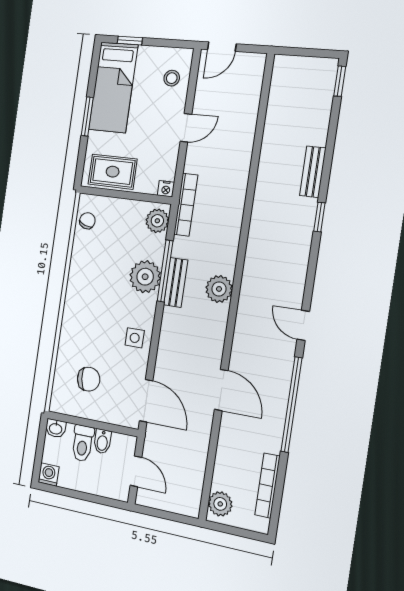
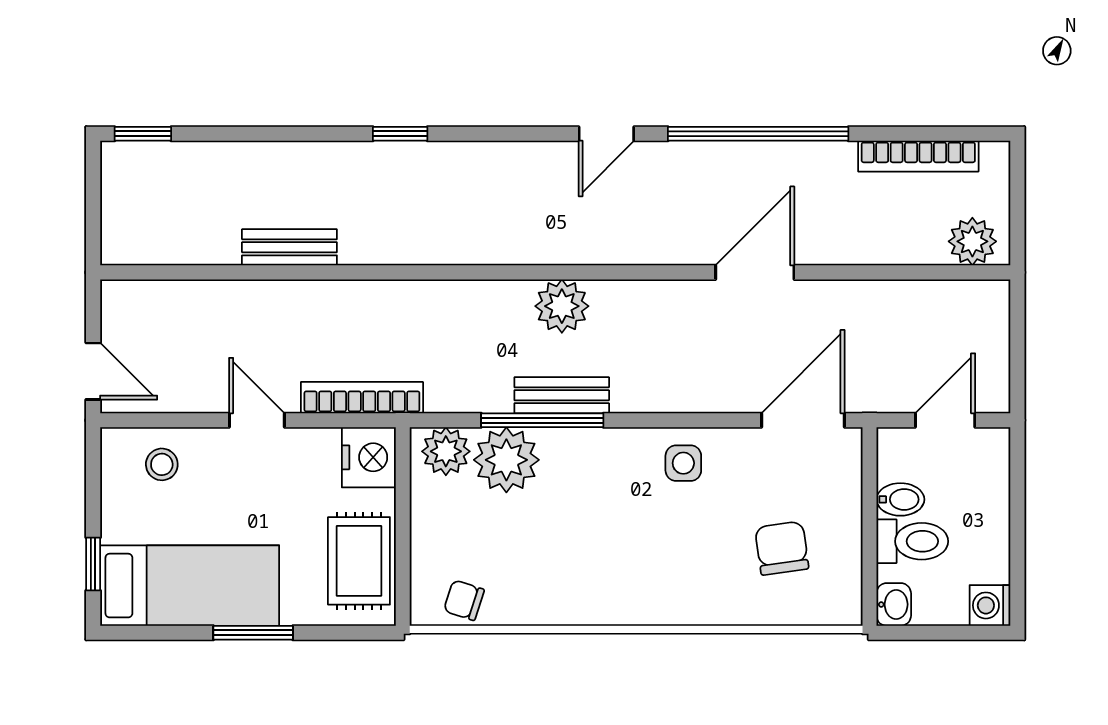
bench: (313, 172) -> (289, 247), moved
nightstand: (166, 189) -> (369, 457), width x1.89, depth x1.79
bookcase: (186, 205) -> (362, 398), moved
plant: (145, 277) -> (506, 460), moved

